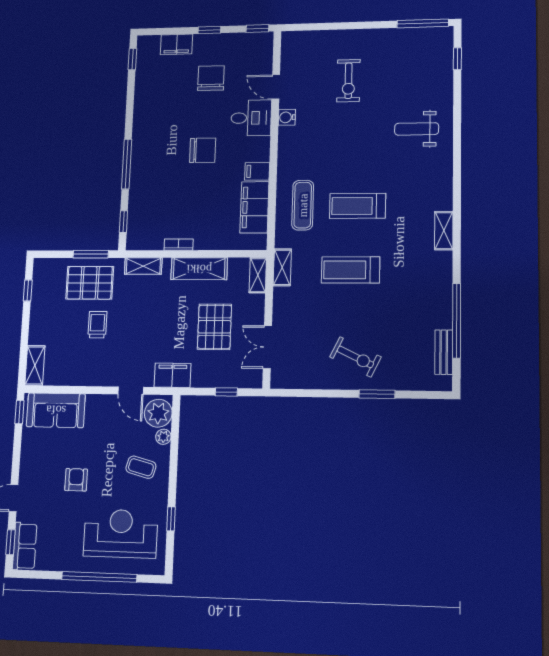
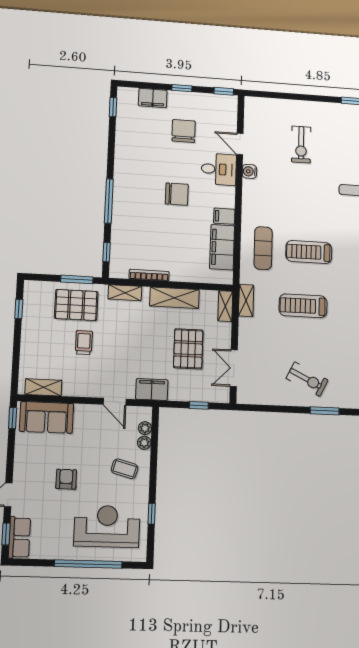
bookcase: (179, 245) -> (149, 275), width x1.56
shelving: (35, 365) -> (43, 387), moved, turned 90
plant: (158, 413) -> (145, 428), width x0.53, depth x0.53

